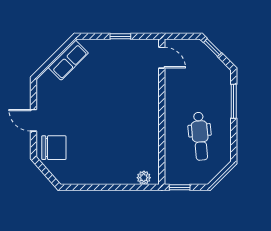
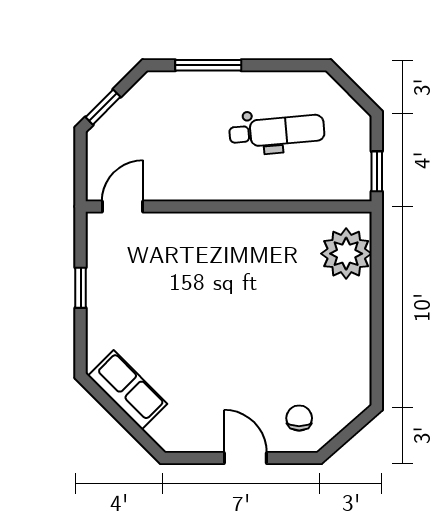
door: (33, 120) -> (245, 458), swing flipped
chair: (54, 148) -> (299, 418), width x0.54, depth x0.54
plant: (144, 178) -> (346, 254), width x1.87, depth x1.87

